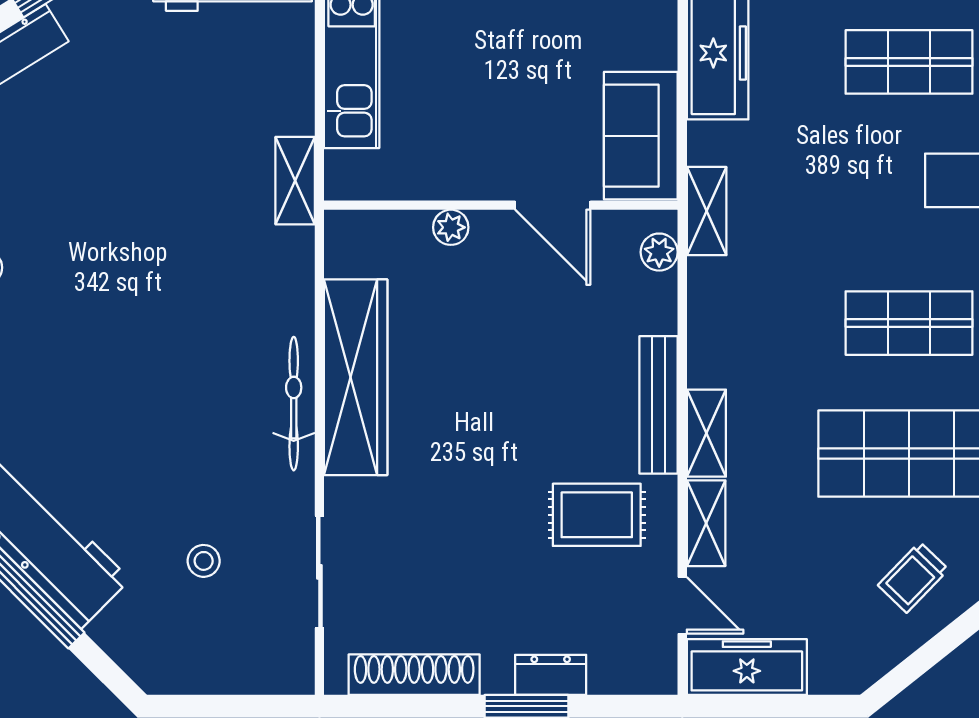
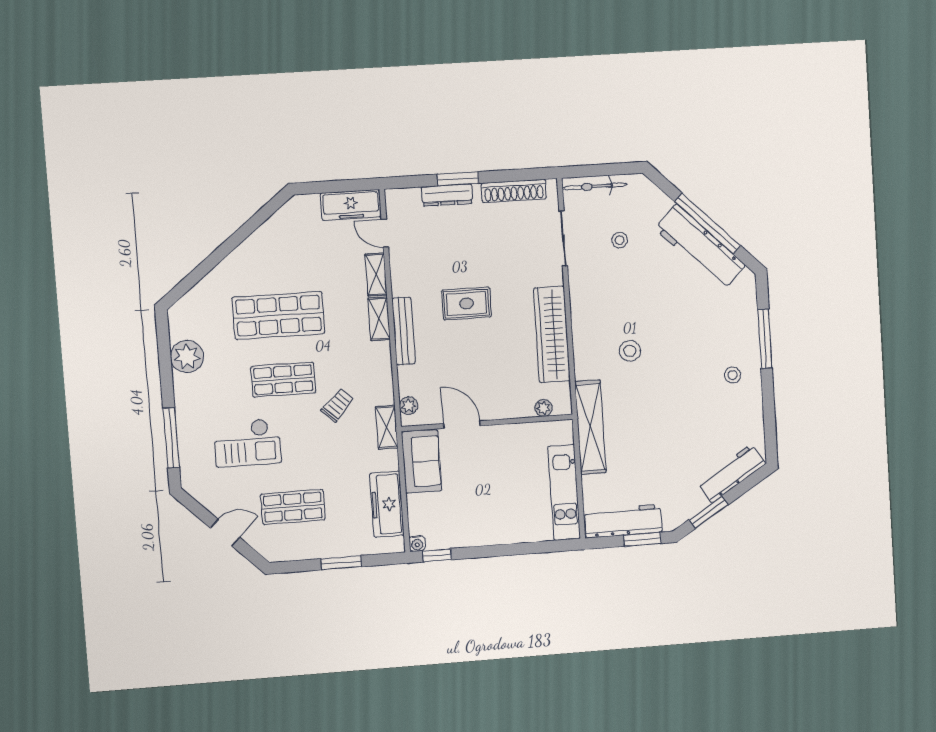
shelving: (295, 181) -> (590, 427), width x2.20, depth x1.33
plant: (451, 227) -> (544, 408), moved
stool: (197, 332) -> (630, 351), added
bicycle: (294, 404) -> (595, 186), moved, turned 90
rug: (597, 515) -> (466, 303), moved
trolley: (913, 577) -> (338, 405), moved
dresser: (551, 675) -> (447, 195), width x1.44

